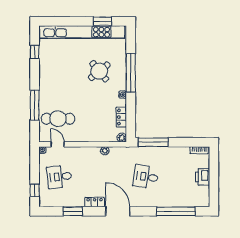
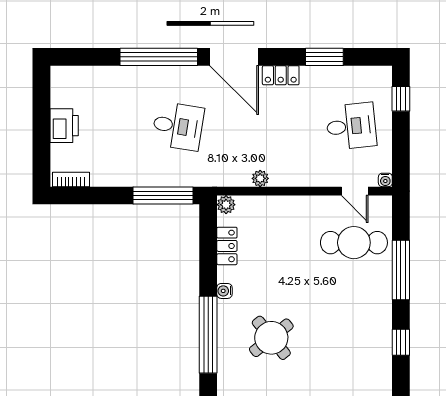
window: (35, 52) -> (401, 342), moved
window: (176, 211) -> (159, 57), moved

